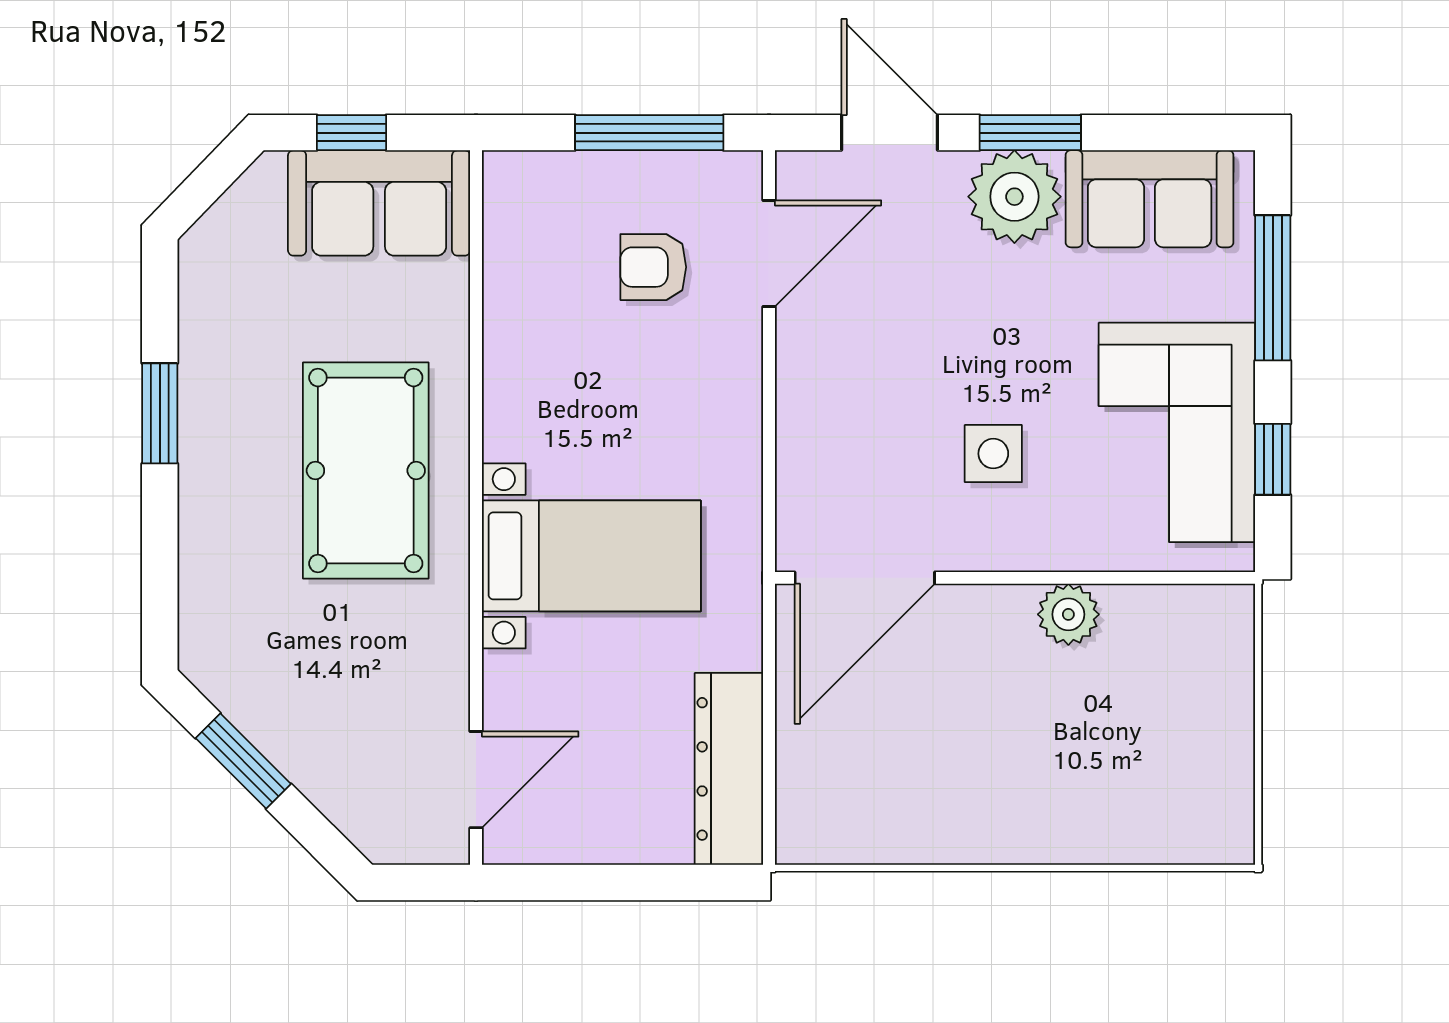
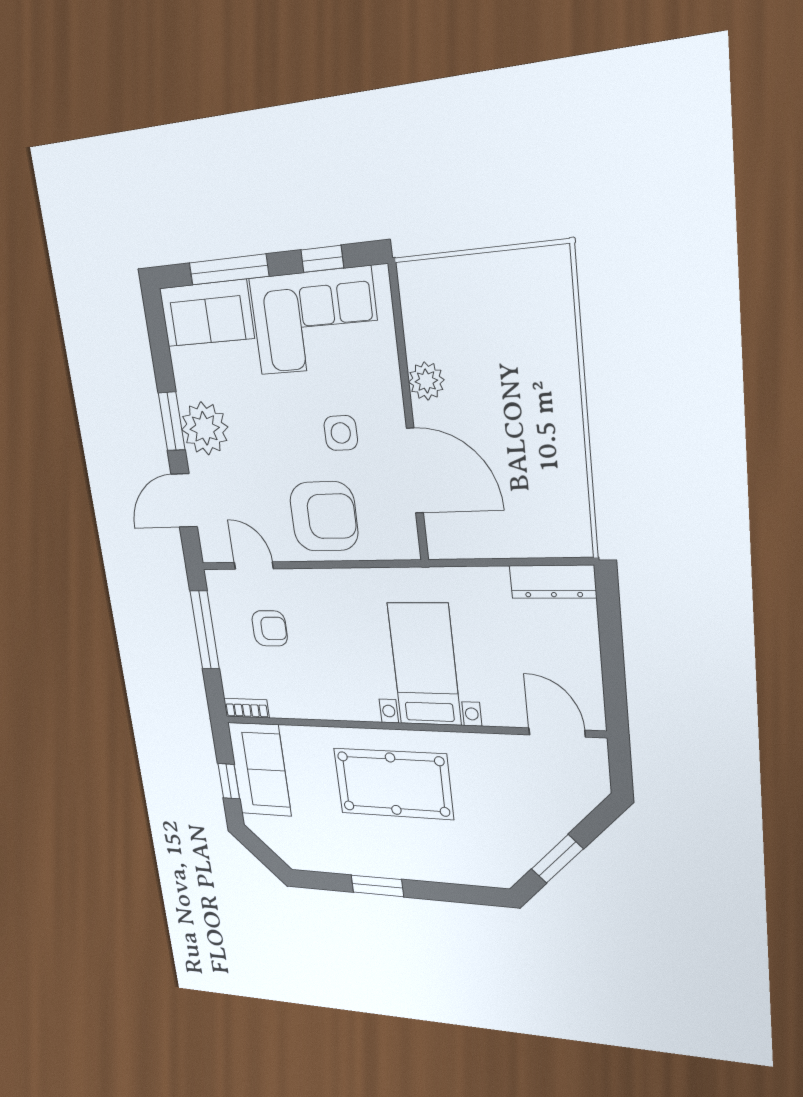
bookcase: (500, 195) -> (246, 708), added
sofa: (1150, 199) -> (207, 313), moved, turned 90
door: (769, 254) -> (254, 566), width x0.73
armchair: (653, 267) -> (270, 628), turned -90
armchair: (853, 403) -> (324, 516), added
door: (865, 578) -> (415, 471), moved
dresser: (729, 769) -> (553, 582), width x0.73, depth x0.80

